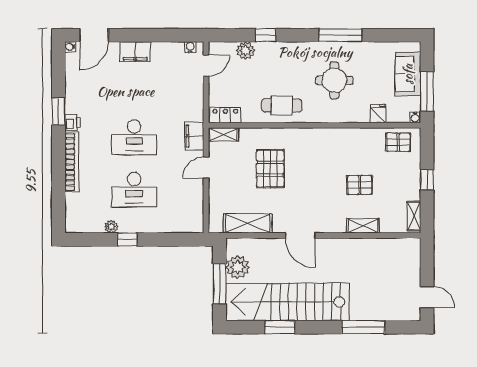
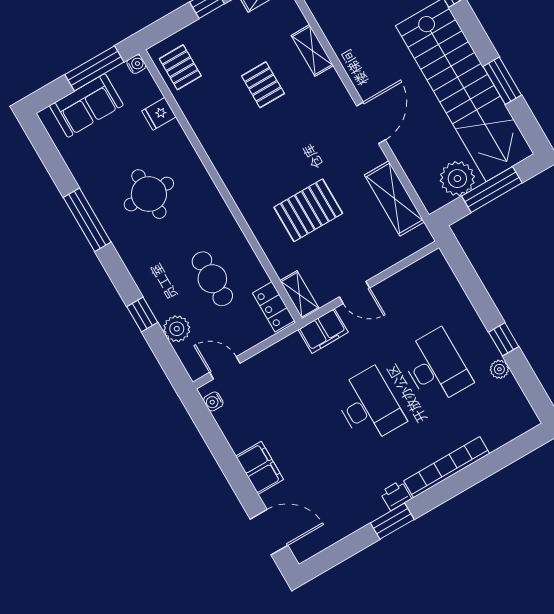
water cooler: (70, 47) -> (302, 554), removed
cafe table: (282, 105) -> (212, 279), moved

